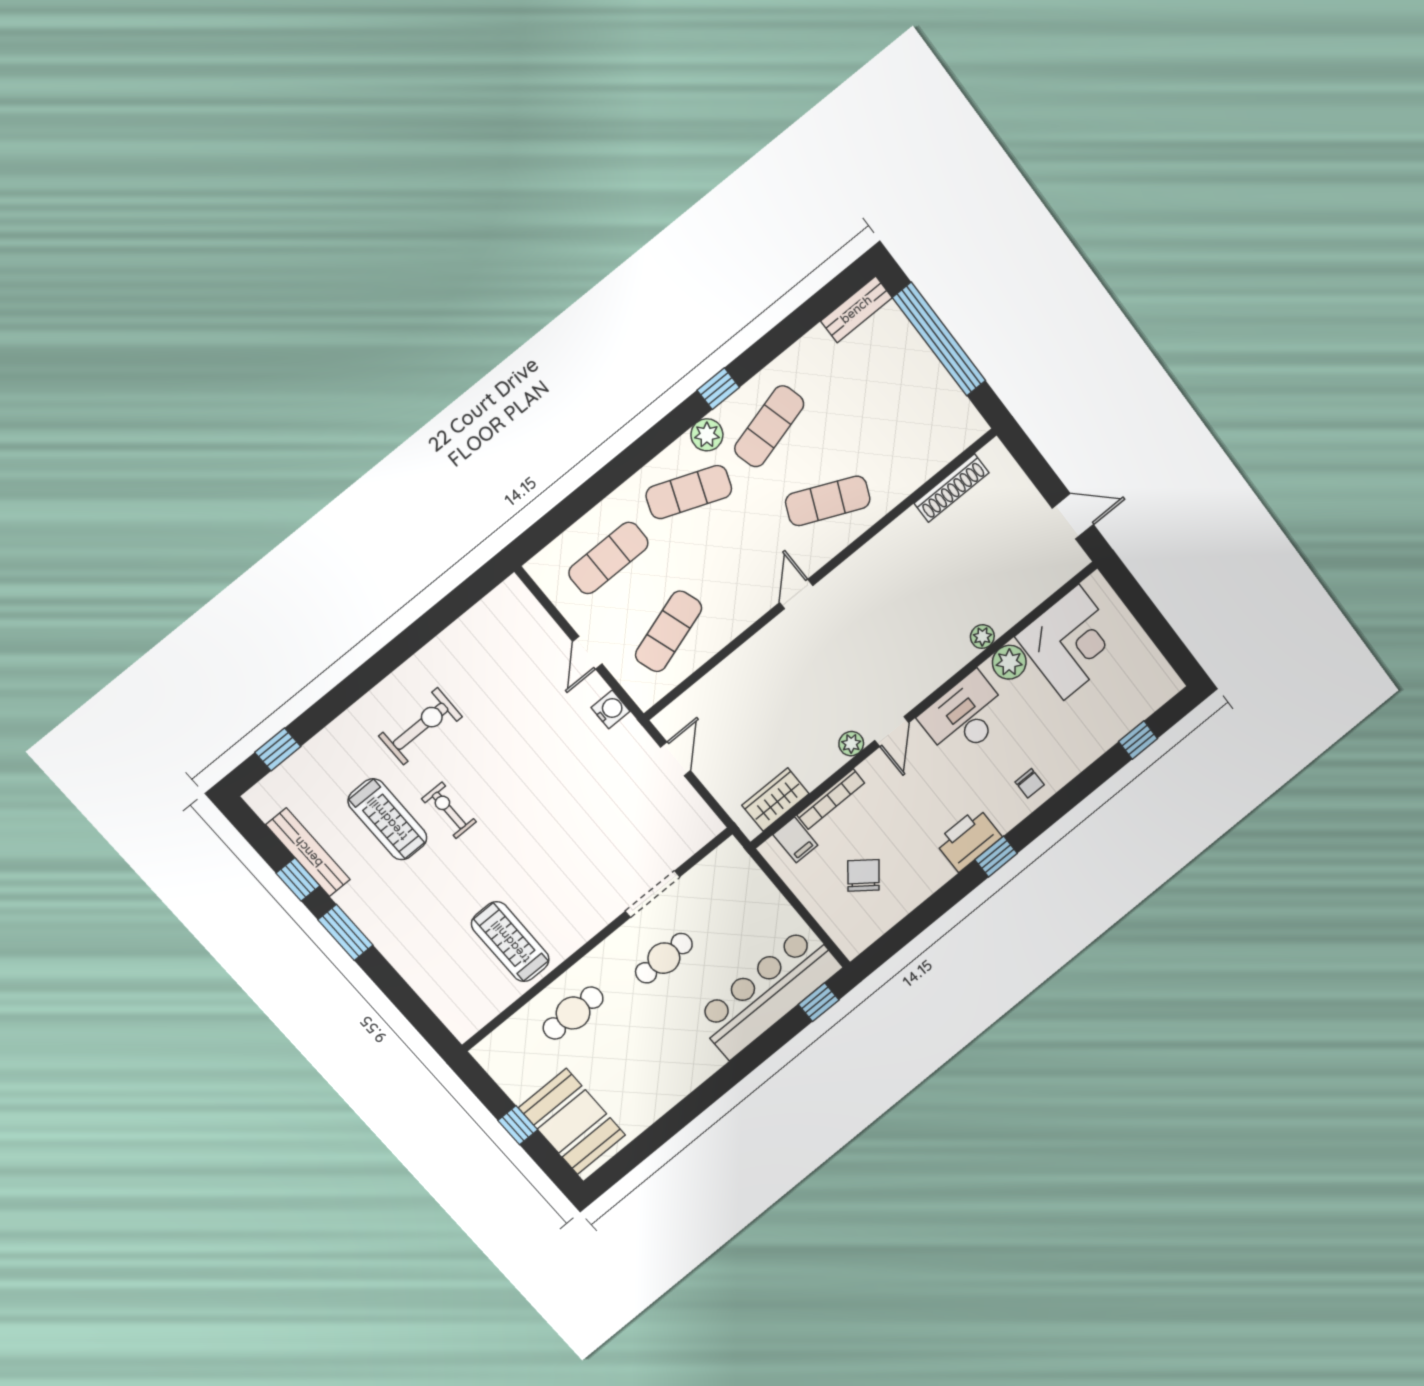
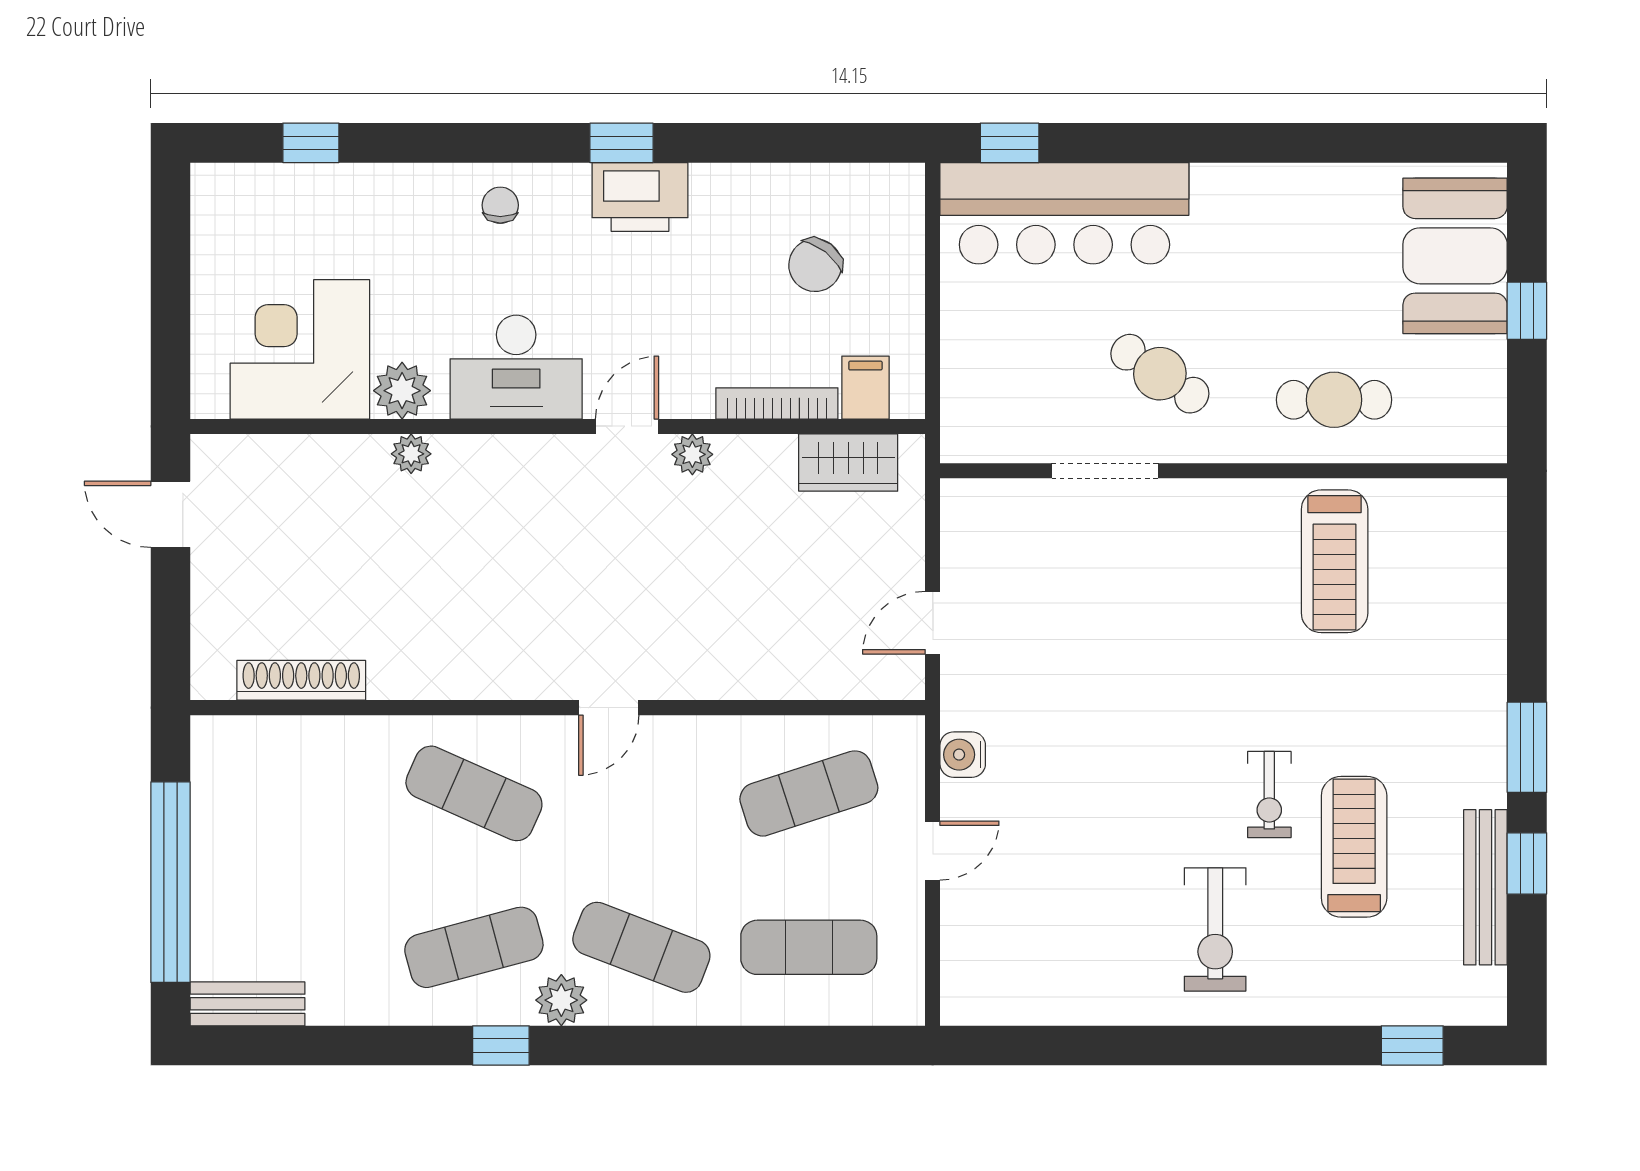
exercise bike: (421, 726) -> (1215, 929), turned -90
cafe table: (664, 958) -> (1160, 374), turned 34

